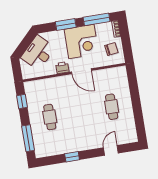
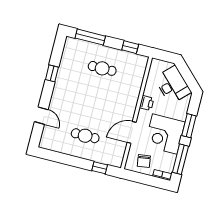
door: (81, 71) -> (132, 132), moved
window: (133, 83) -> (100, 168), added

